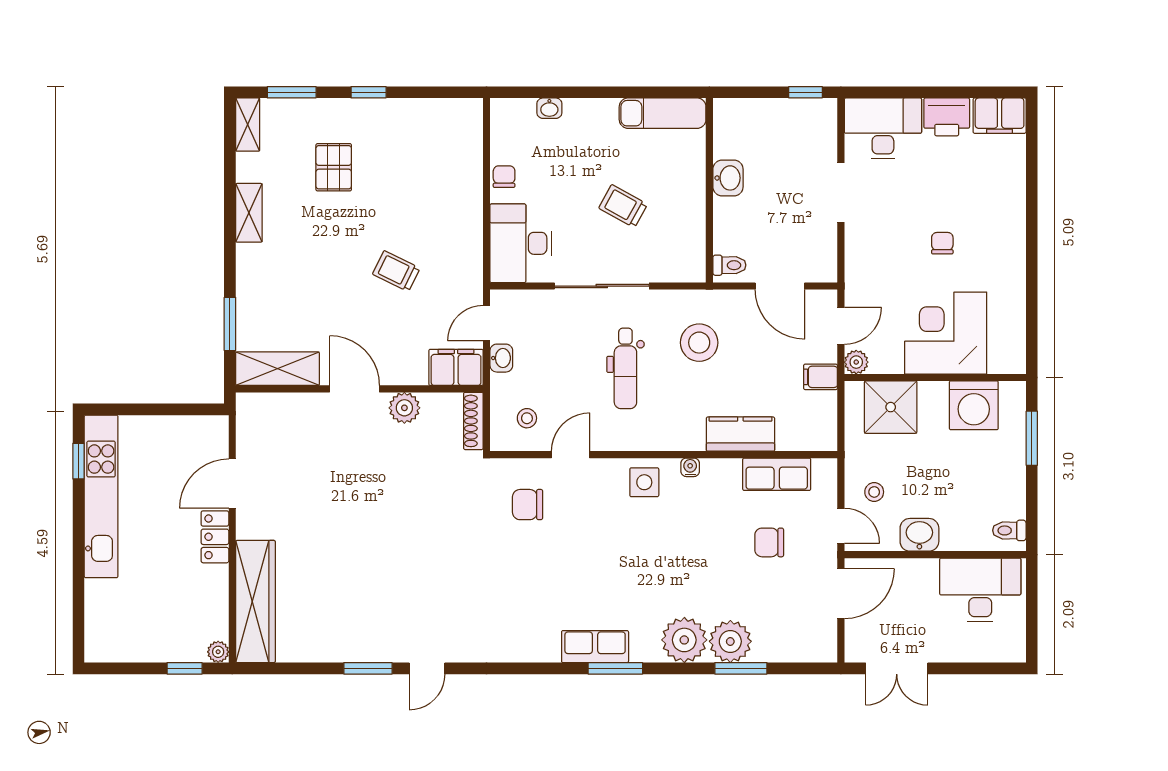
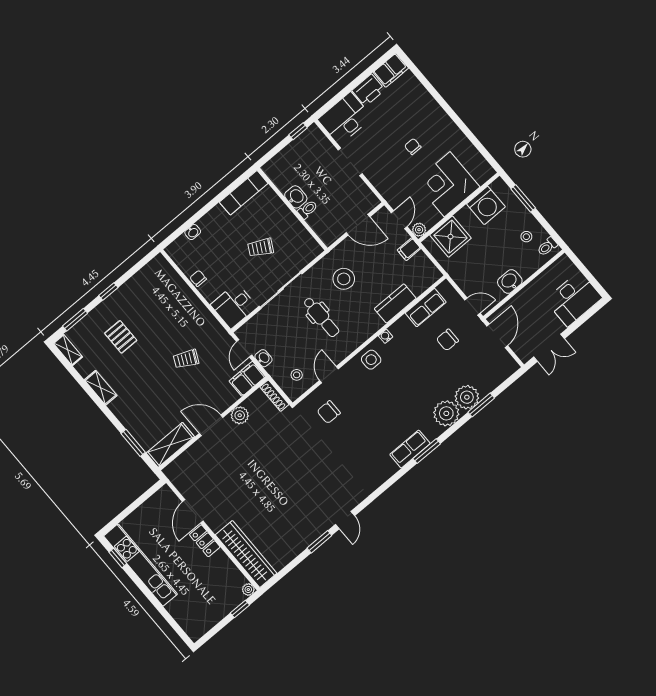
desk: (521, 243) -> (234, 306), width x0.73
toilet: (729, 265) -> (308, 209), moved
stool: (874, 492) -> (526, 237), moved
desk: (980, 590) -> (574, 299), moved, turned 180

